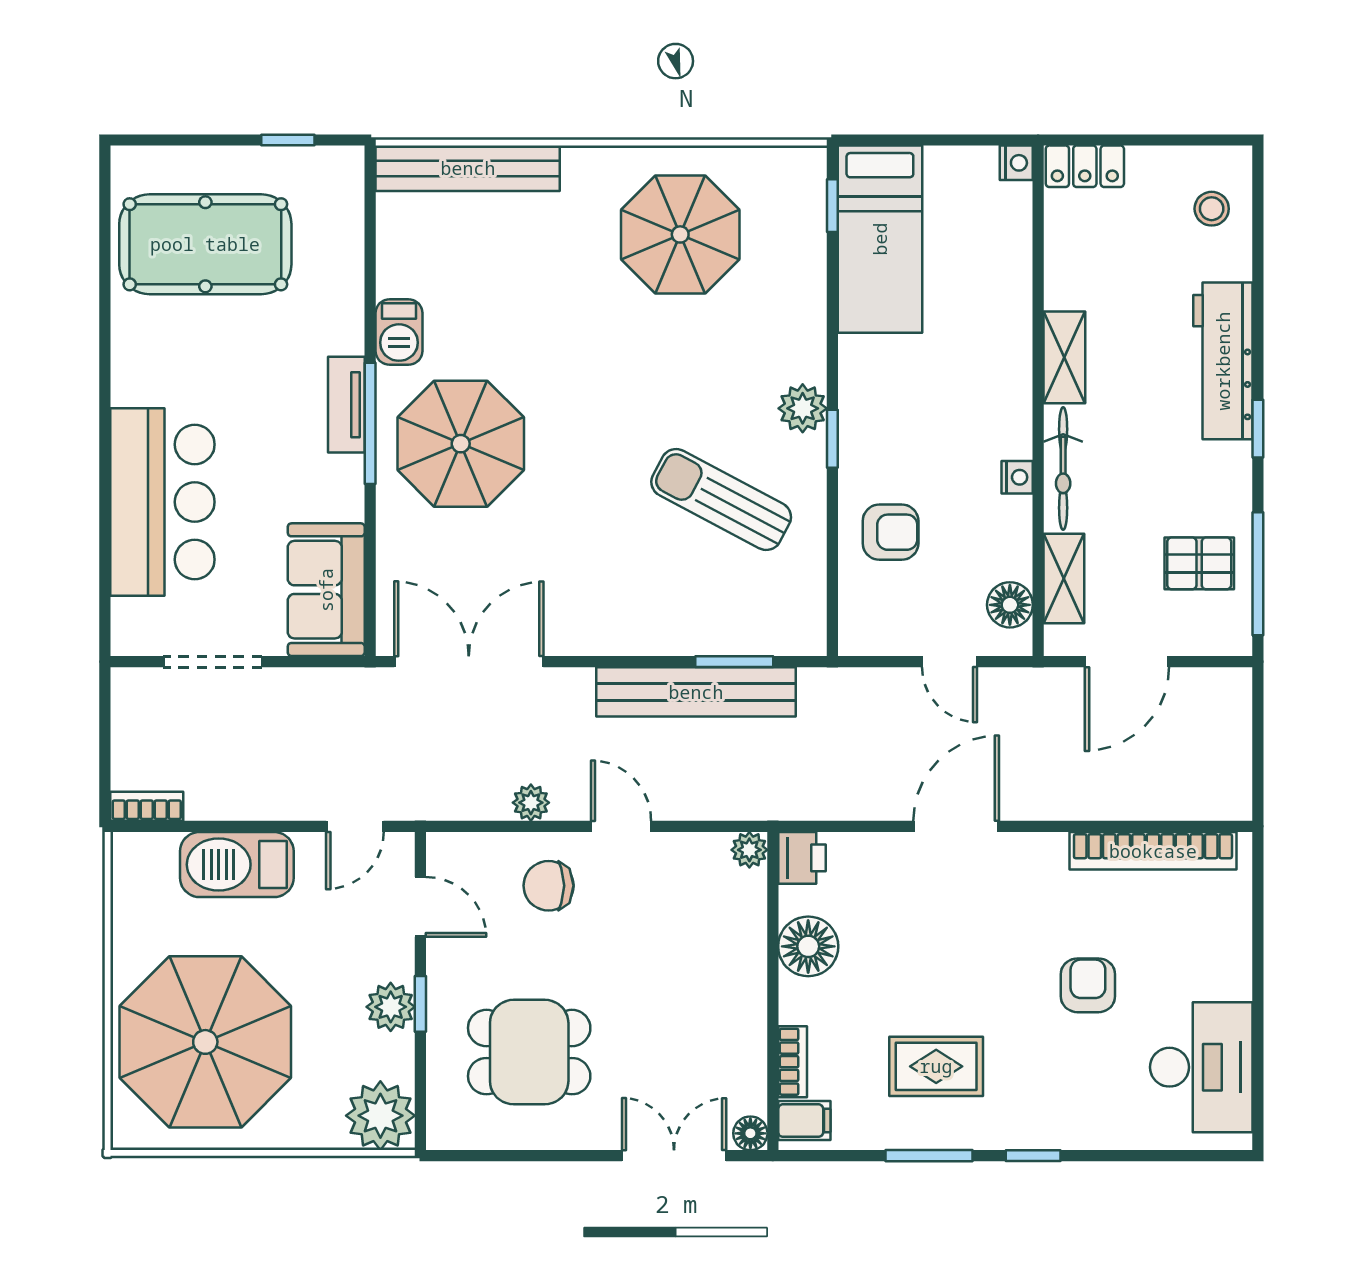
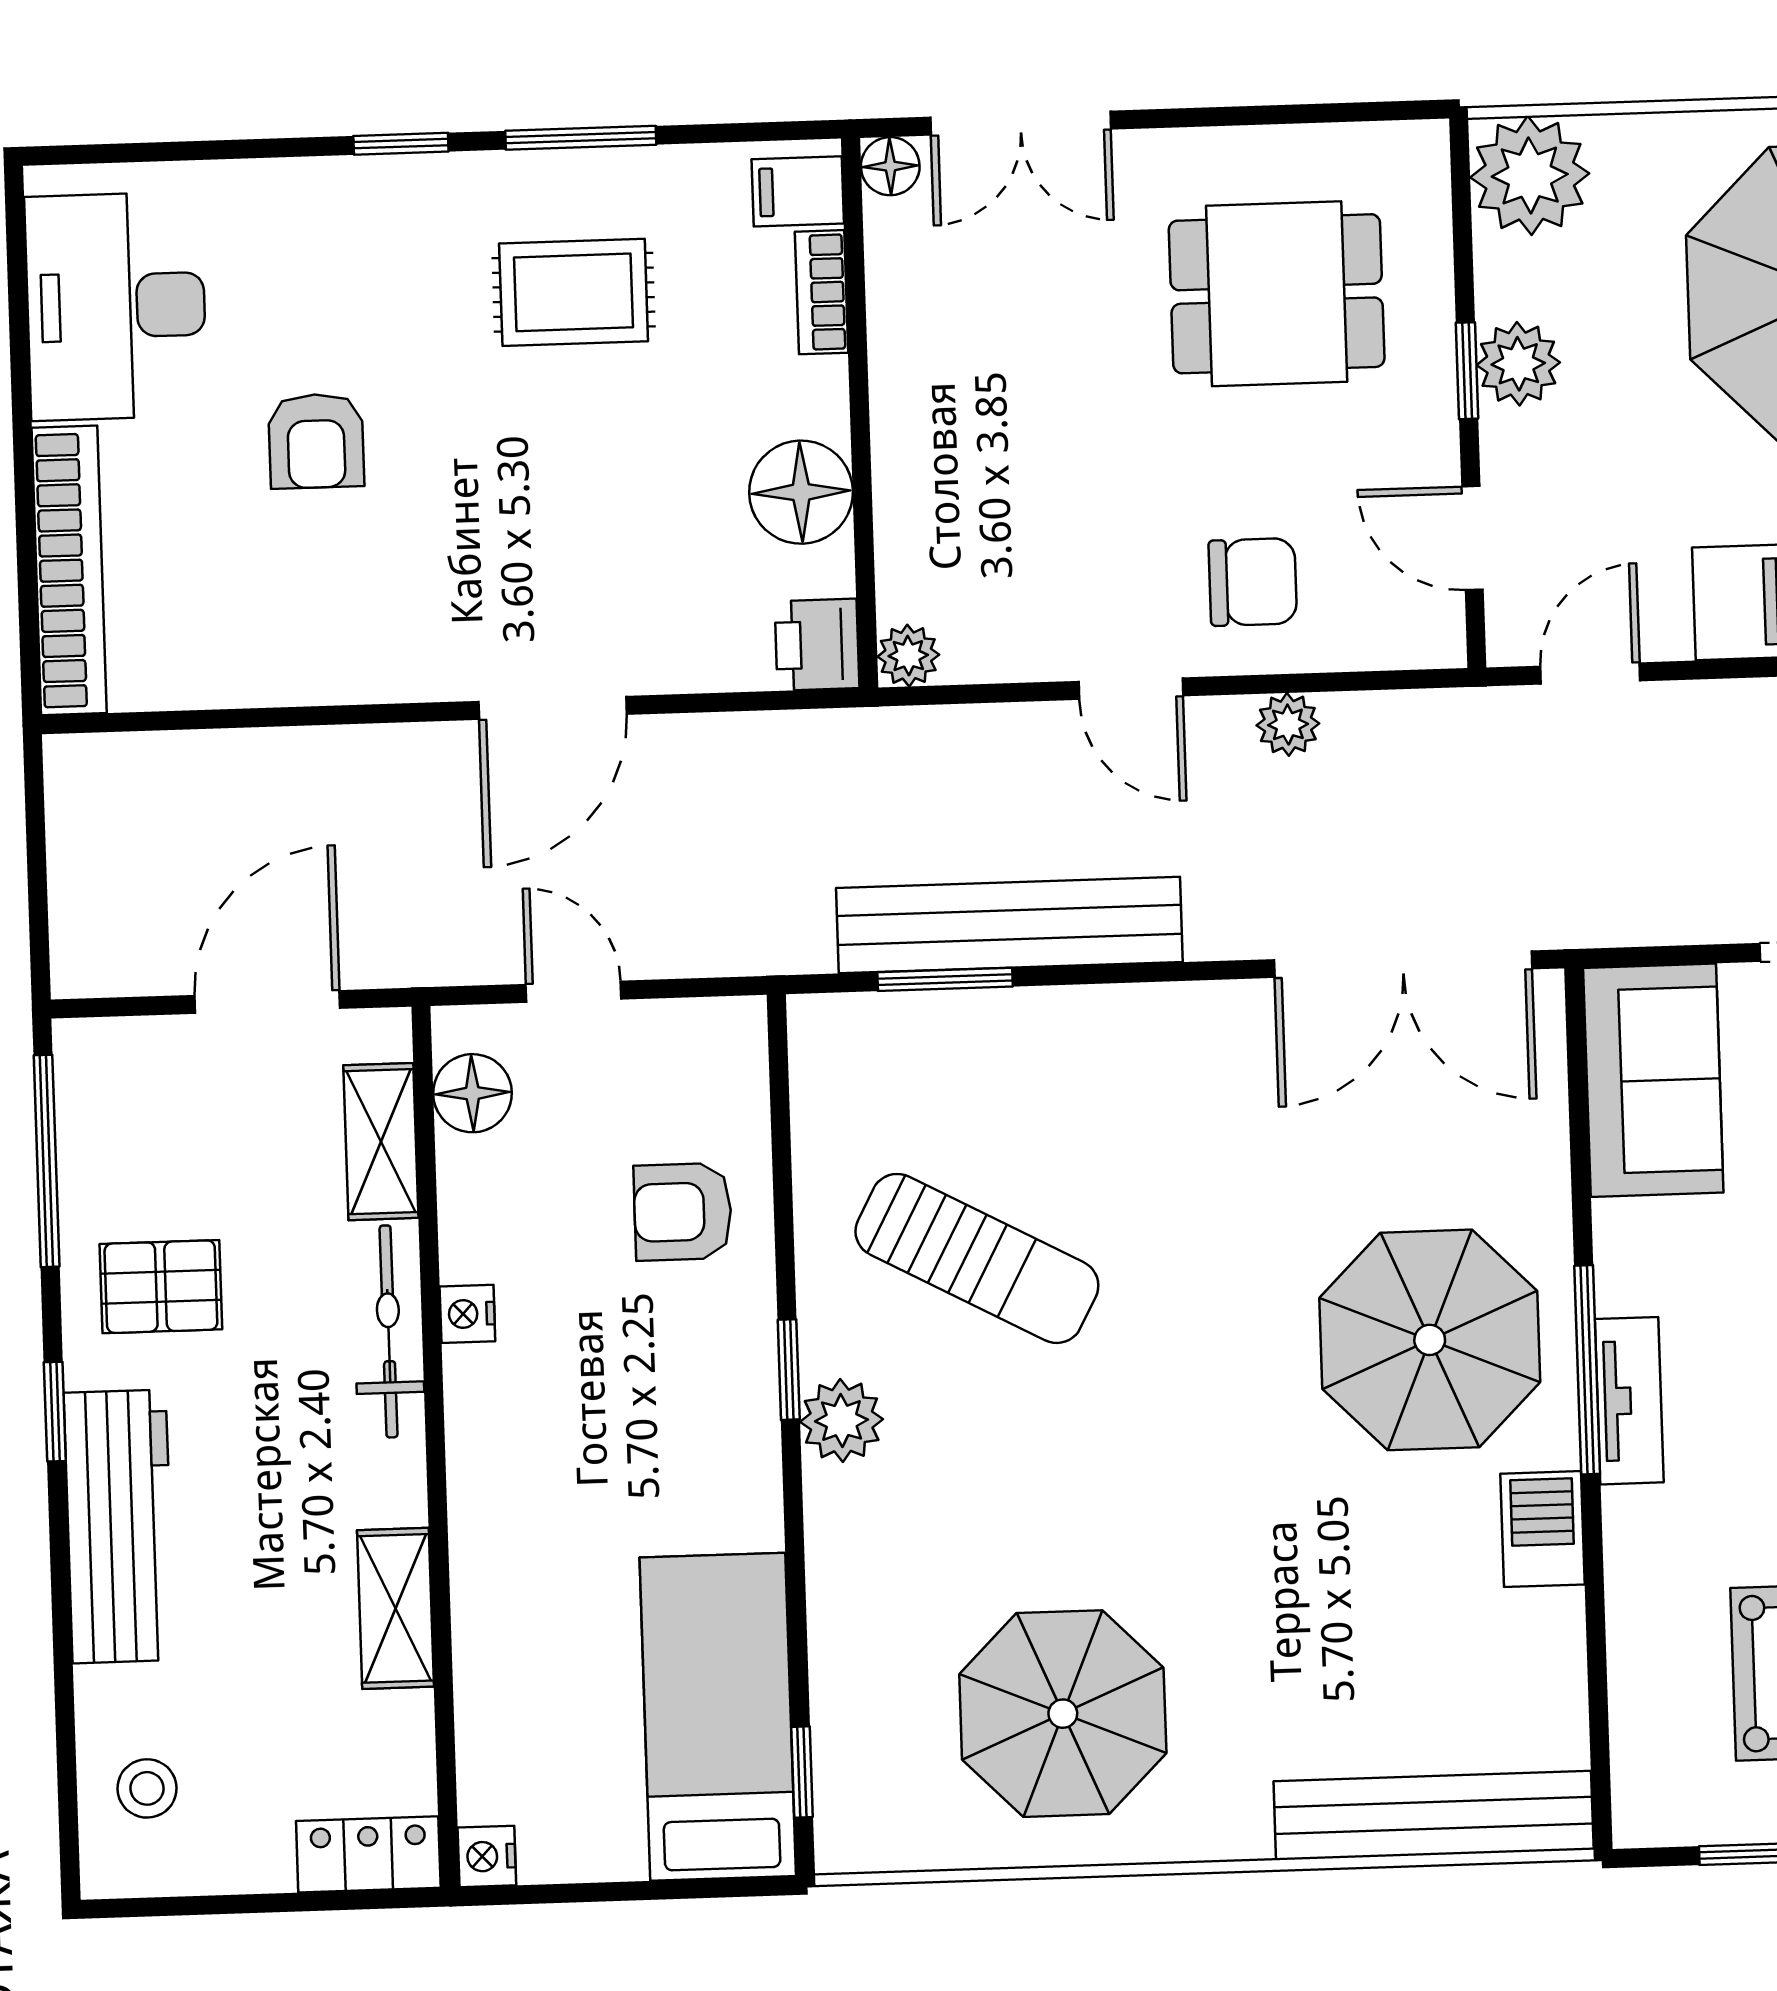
shelving: (1064, 357) -> (396, 1608), moved
pallet: (1199, 563) -> (161, 1287), moved
bookcase: (1153, 851) -> (69, 570), moved, turned 90

